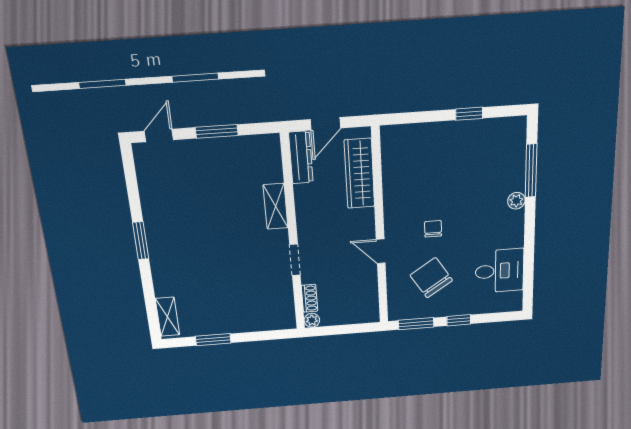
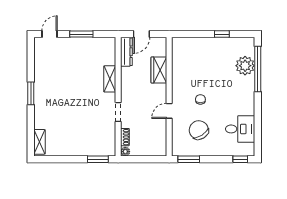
window: (531, 171) -> (258, 69), width x1.46
wardrobe: (359, 174) -> (159, 70), width x0.67
plant: (516, 201) -> (245, 66), moved, width x1.88, depth x1.88
door: (381, 251) -> (169, 111), hinge flipped
window: (459, 320) -> (240, 159), moved
window: (213, 340) -> (98, 159), moved

